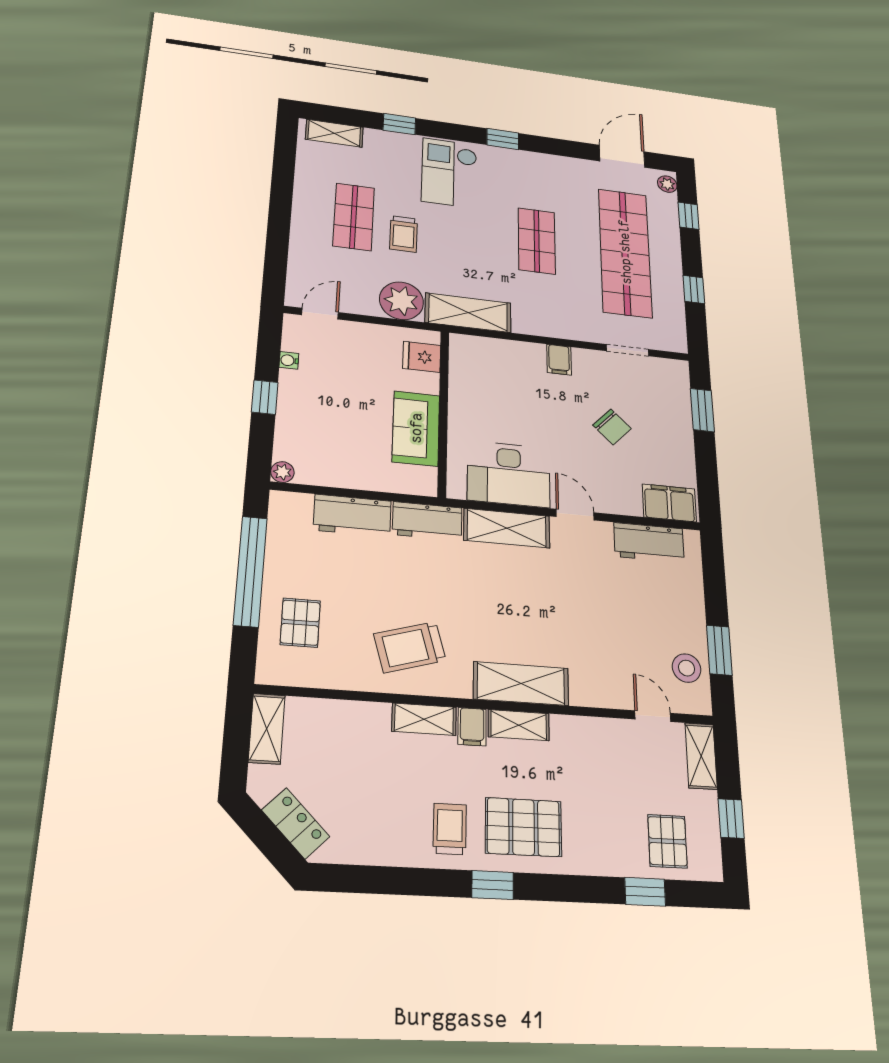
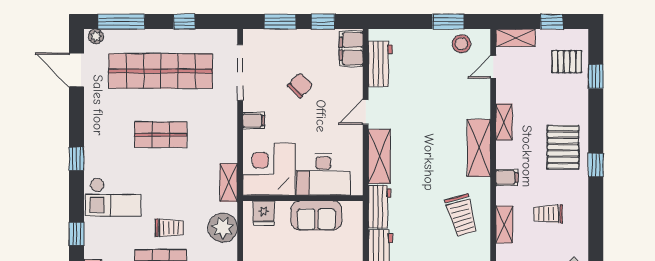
window: (689, 216) -> (121, 22), width x2.17
shelving: (468, 313) -> (229, 183), width x0.67, depth x0.75
doorway: (627, 350) -> (240, 72), width x1.88
corner desk: (488, 371) -> (269, 169), added
window: (706, 468) -> (323, 22), added
desk: (509, 474) -> (323, 174), moved, turned 90
shelving: (424, 719) -> (504, 225), moved
shelving: (519, 725) -> (504, 122), moved
trolley: (450, 829) -> (548, 214), moved

